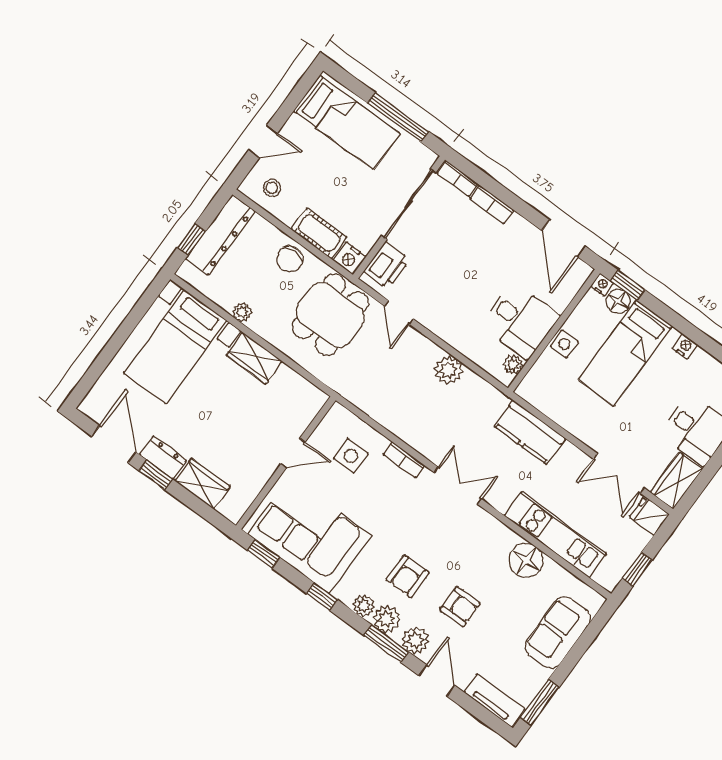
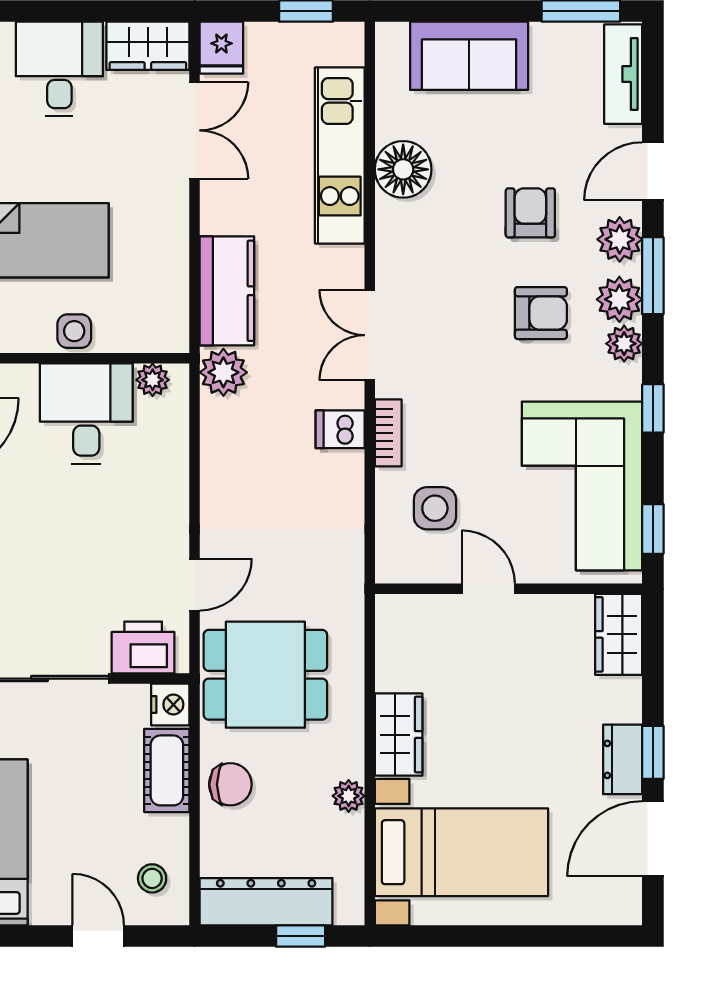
plant: (448, 370) -> (223, 372), moved
dishwasher: (423, 438) -> (340, 429), added
wardrobe: (202, 484) -> (619, 634), moved

